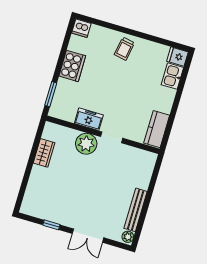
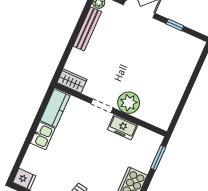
kitchen sink: (172, 76) -> (43, 136), moved
wardrobe: (44, 153) -> (72, 81), moved, turned 90

